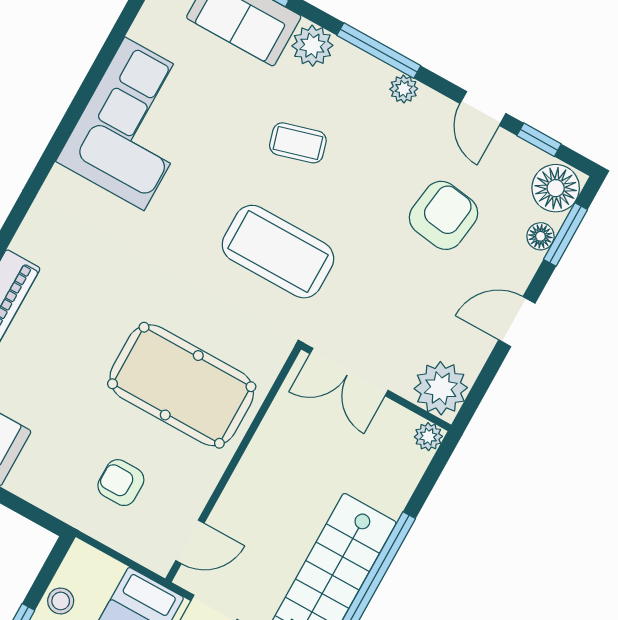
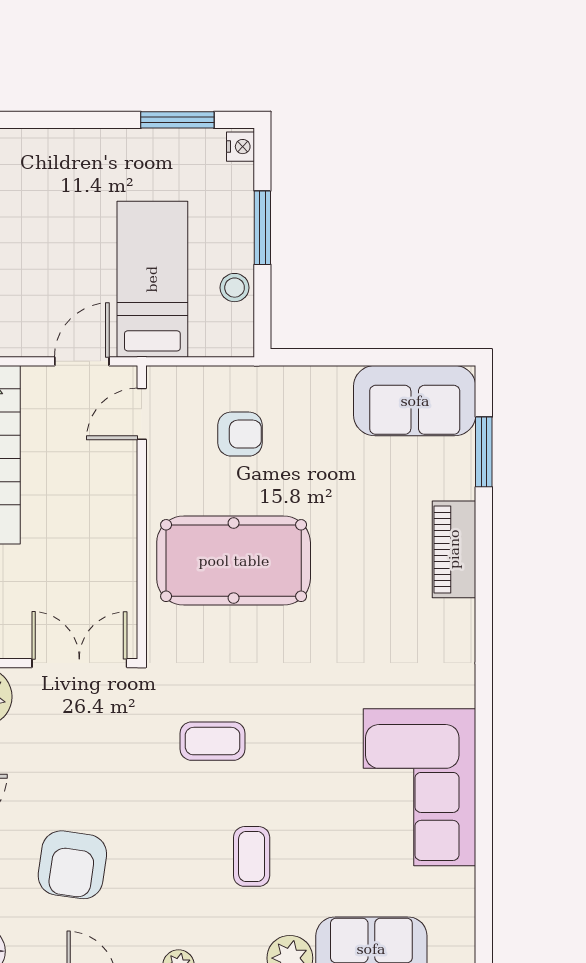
coffee table: (298, 143) -> (252, 856), turned -74
coffee table: (278, 252) -> (213, 741), width x0.54, depth x0.58

